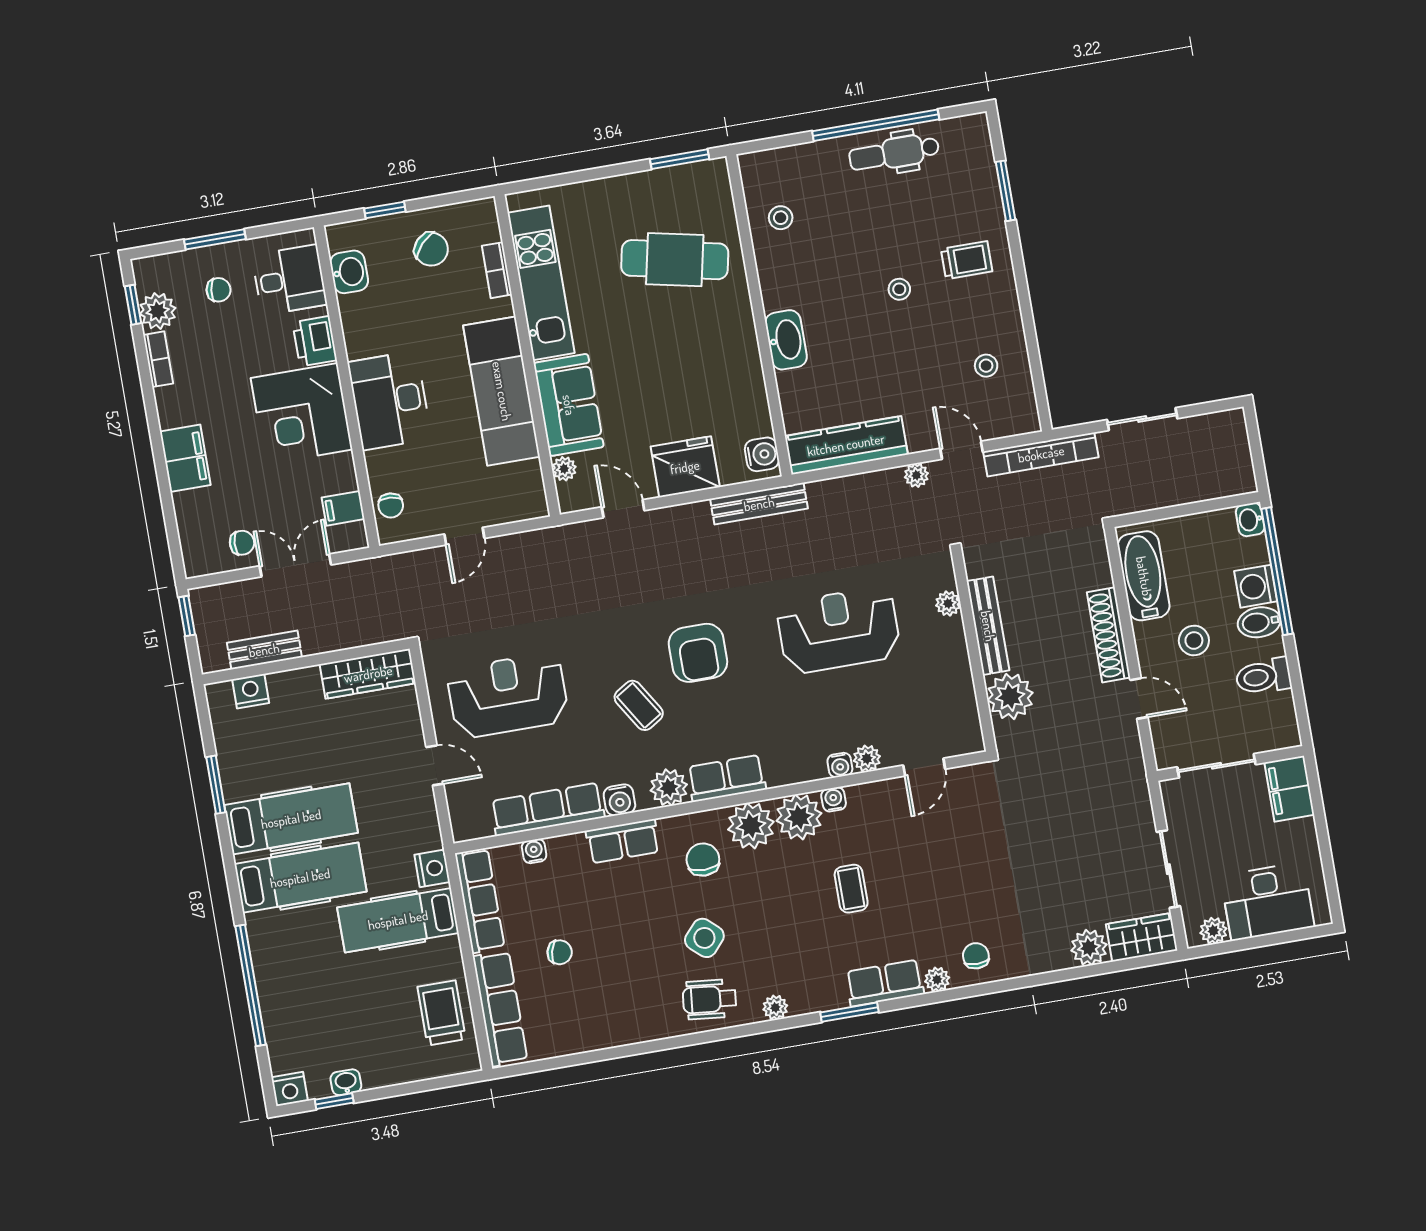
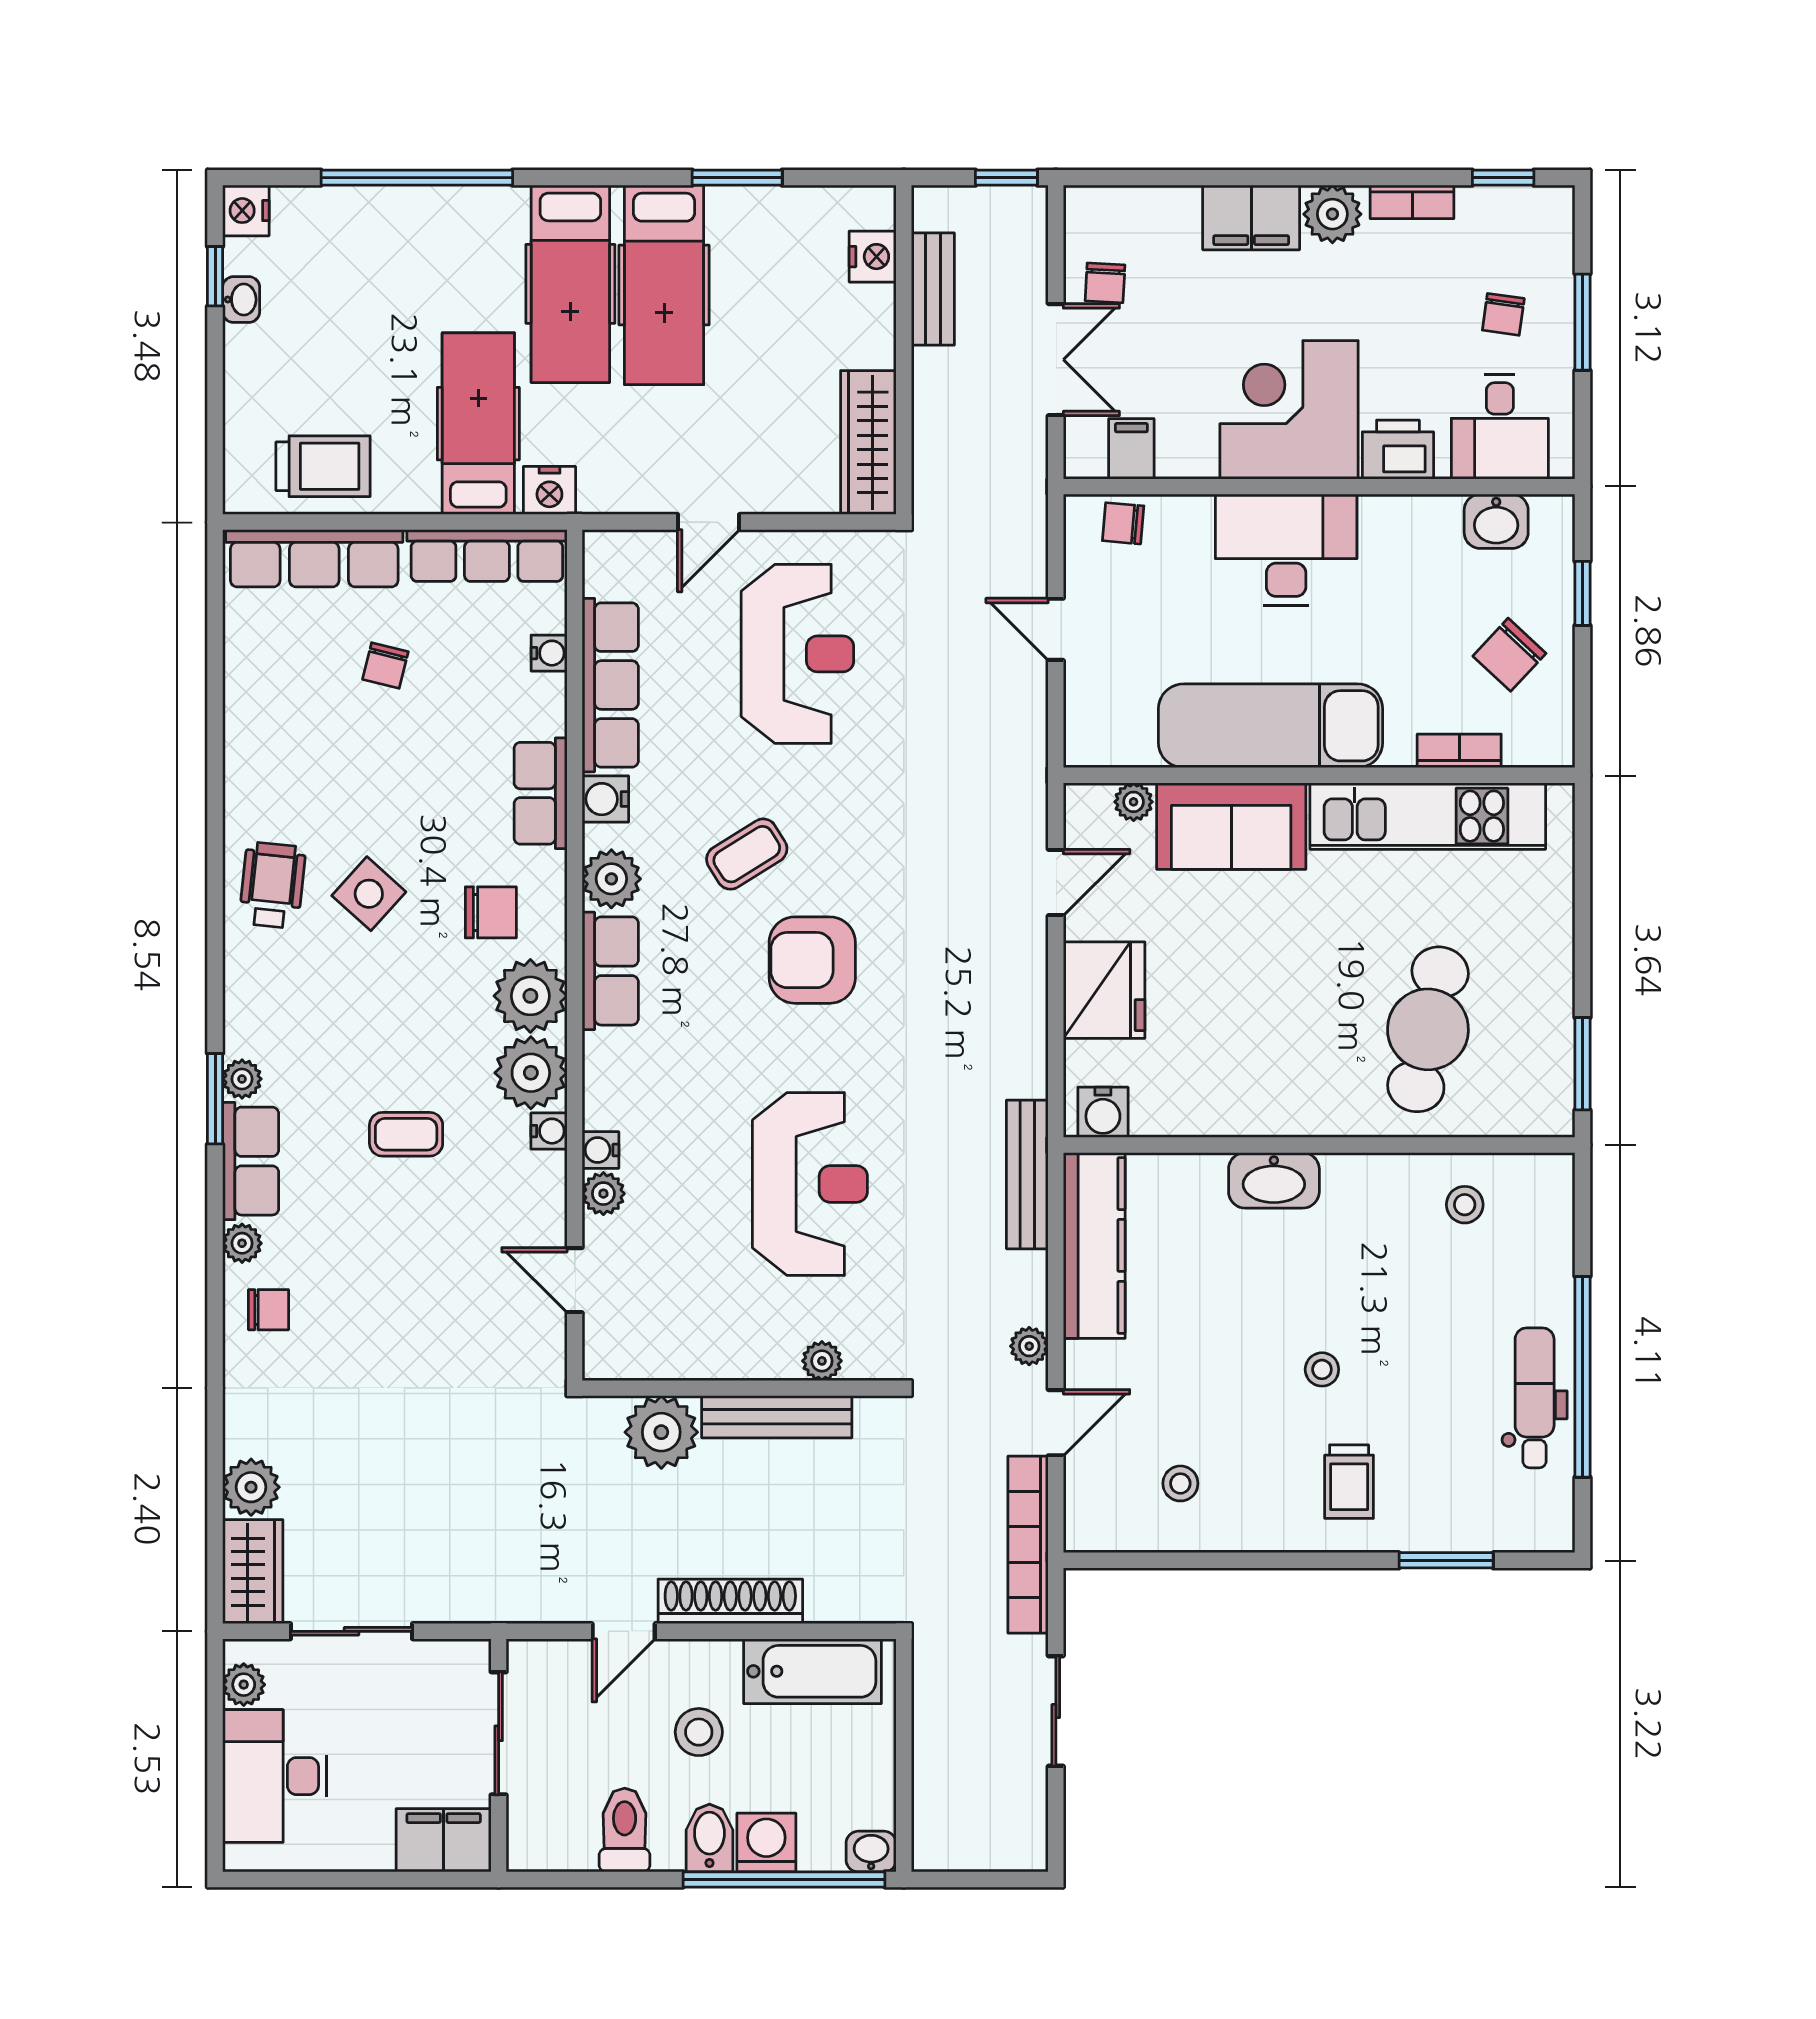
plant: (158, 311) -> (1332, 214), moved
bench: (759, 504) -> (1027, 1174), moved
plant: (775, 1008) -> (242, 1079), moved

